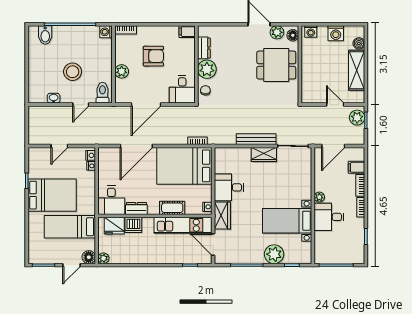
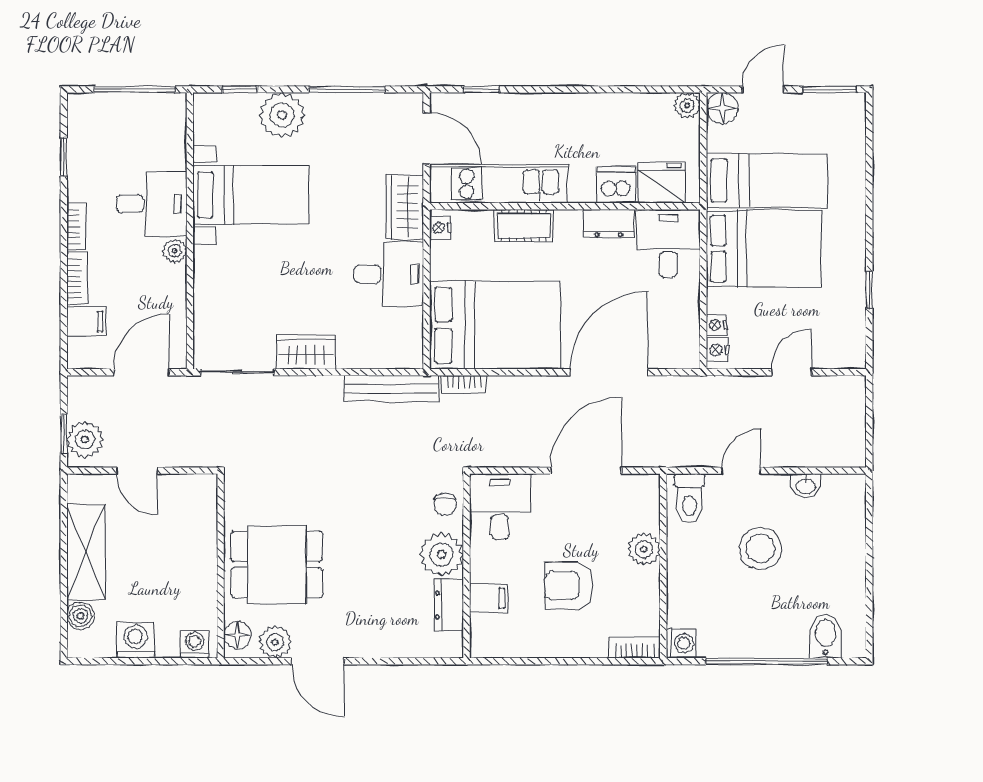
filing cabinet: (187, 32) -> (489, 598), moved
bench: (256, 139) -> (391, 388), moved
bed: (52, 195) -> (764, 249), moved, turned 180

